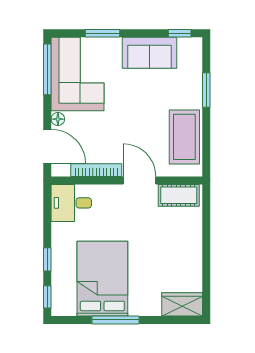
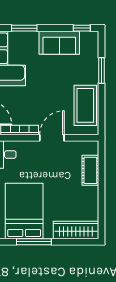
door: (140, 180) -> (52, 138), hinge flipped
cot: (179, 195) -> (90, 170), moved, turned 90
wardrobe: (182, 304) -> (76, 230), width x1.50

